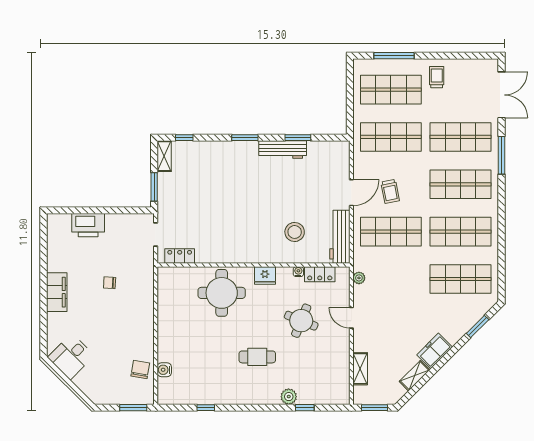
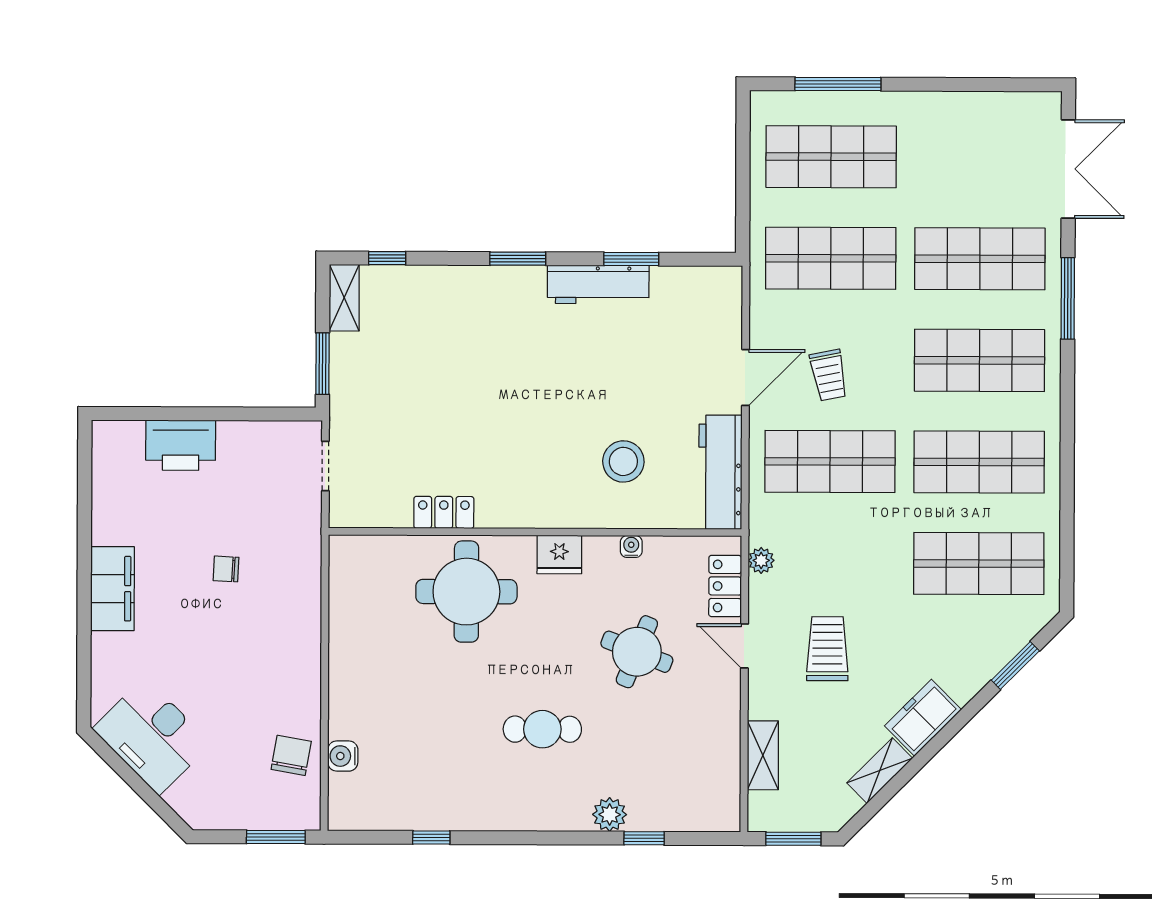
trolley: (437, 77) -> (827, 649), moved, width x1.36, depth x1.39
locker: (180, 256) -> (444, 512), moved
locker: (320, 274) -> (725, 586), moved, turned 90
desk: (71, 356) -> (152, 736), width x1.37

